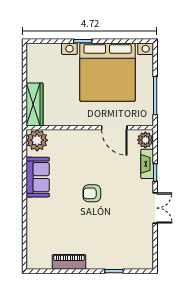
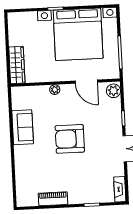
plant: (37, 140) -> (55, 90), moved, width x0.53, depth x0.53
fireplace: (147, 164) -> (120, 189), moved
armchair: (92, 193) -> (70, 139), width x1.88, depth x1.88

